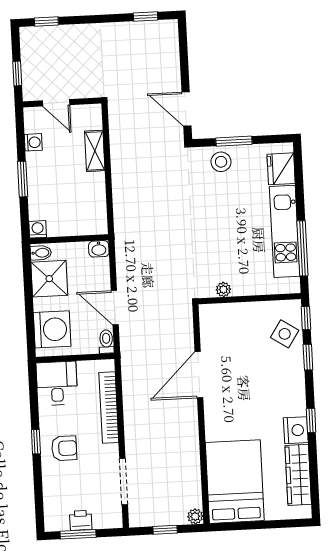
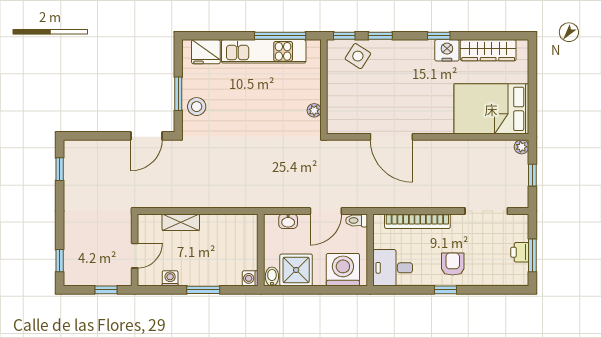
washbasin: (99, 249) -> (288, 221), moved, turned 90

